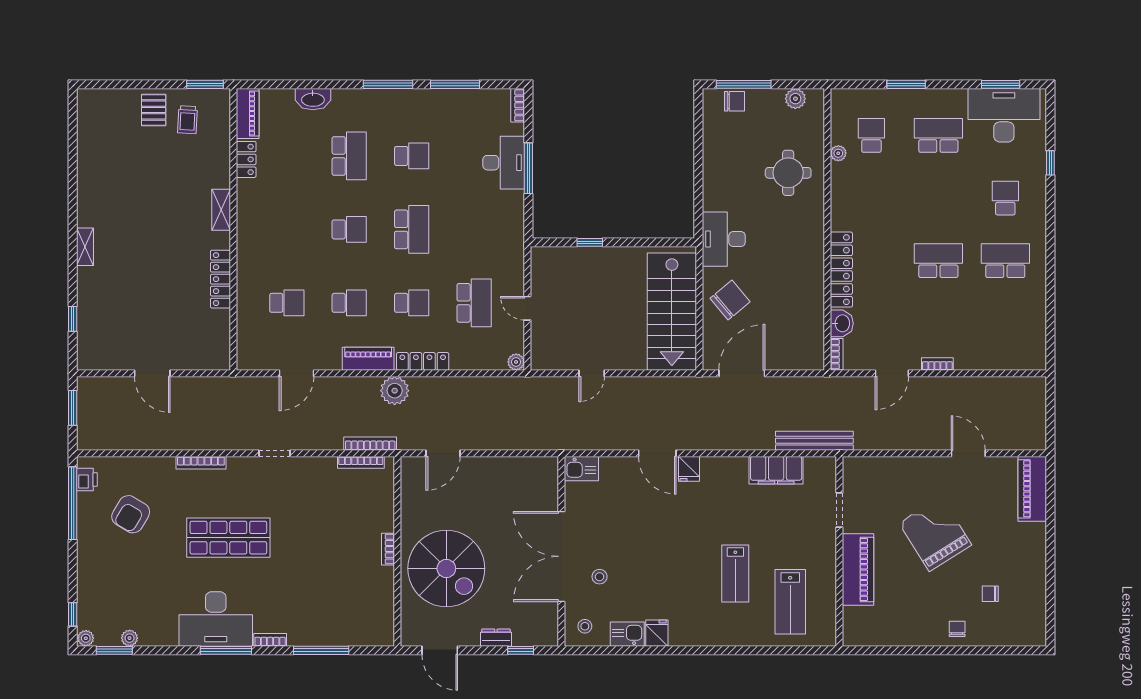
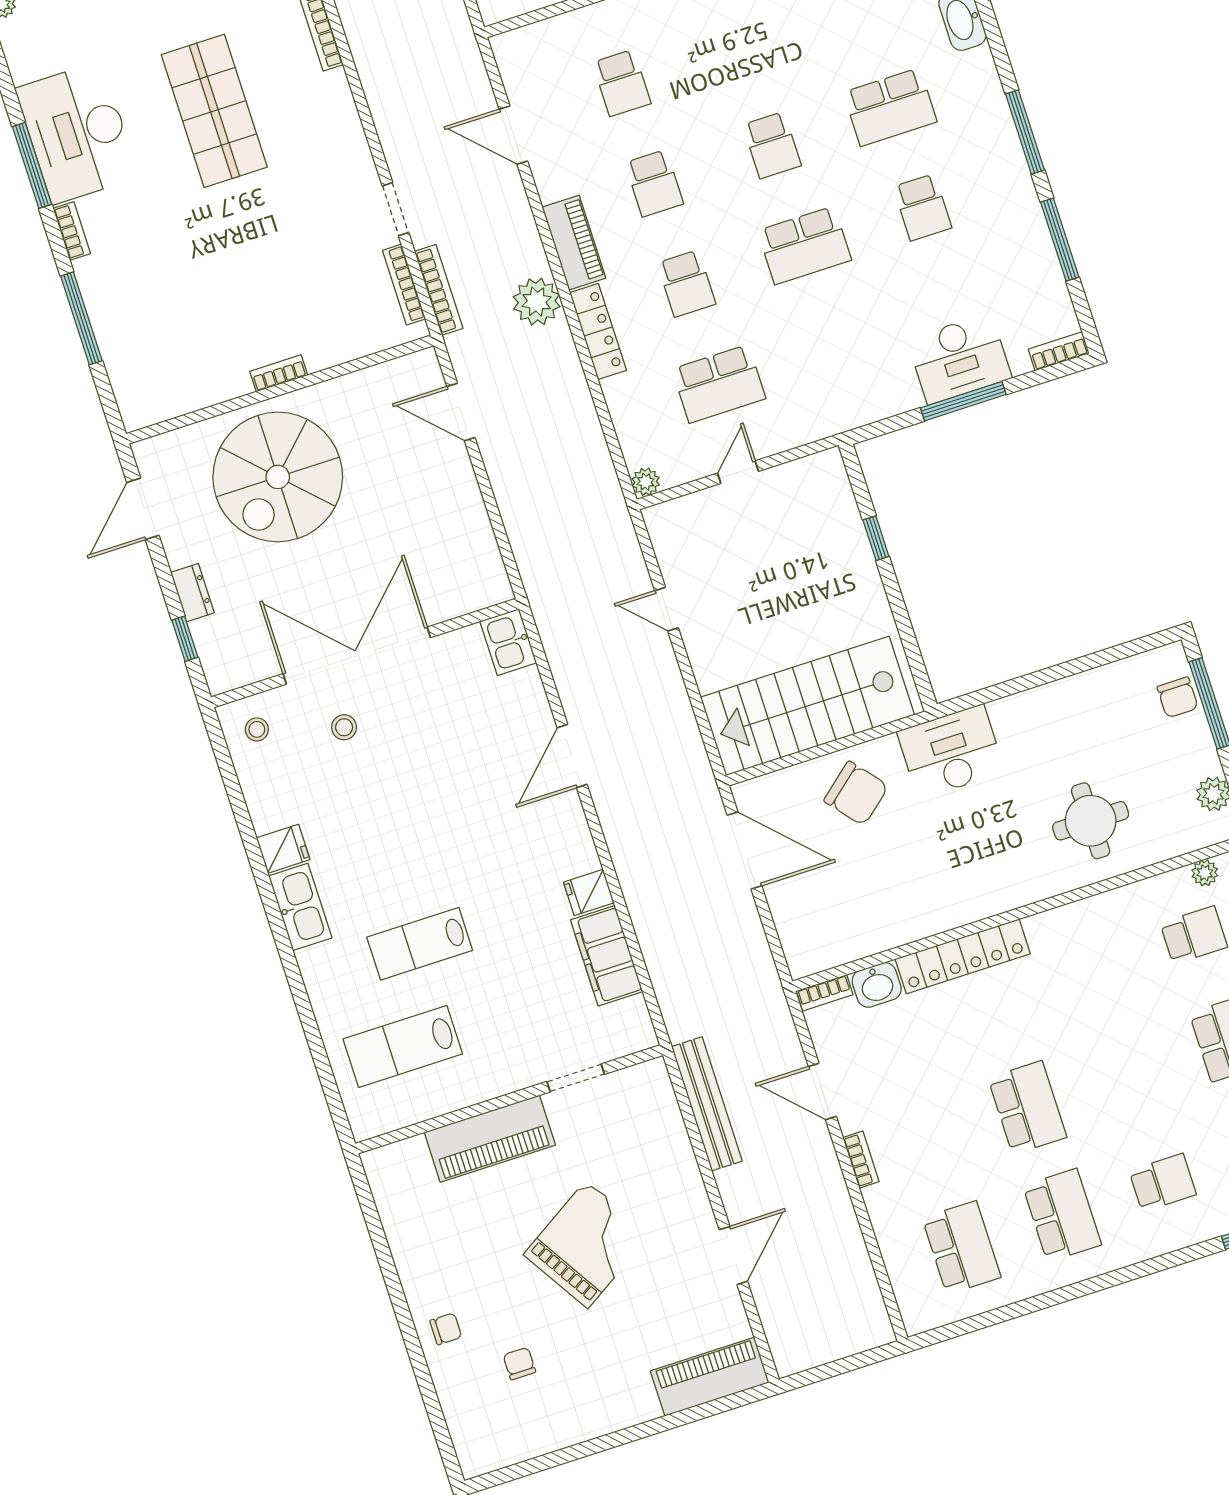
plant: (838, 153) -> (1205, 873), moved
school desk: (1005, 323) -> (962, 1248), added
bench: (814, 441) -> (707, 1104), moved
doorway: (274, 453) -> (395, 209), moved
fridge: (689, 469) -> (589, 892), moved
kitchen sink: (627, 634) -> (300, 907), moved, width x1.38

